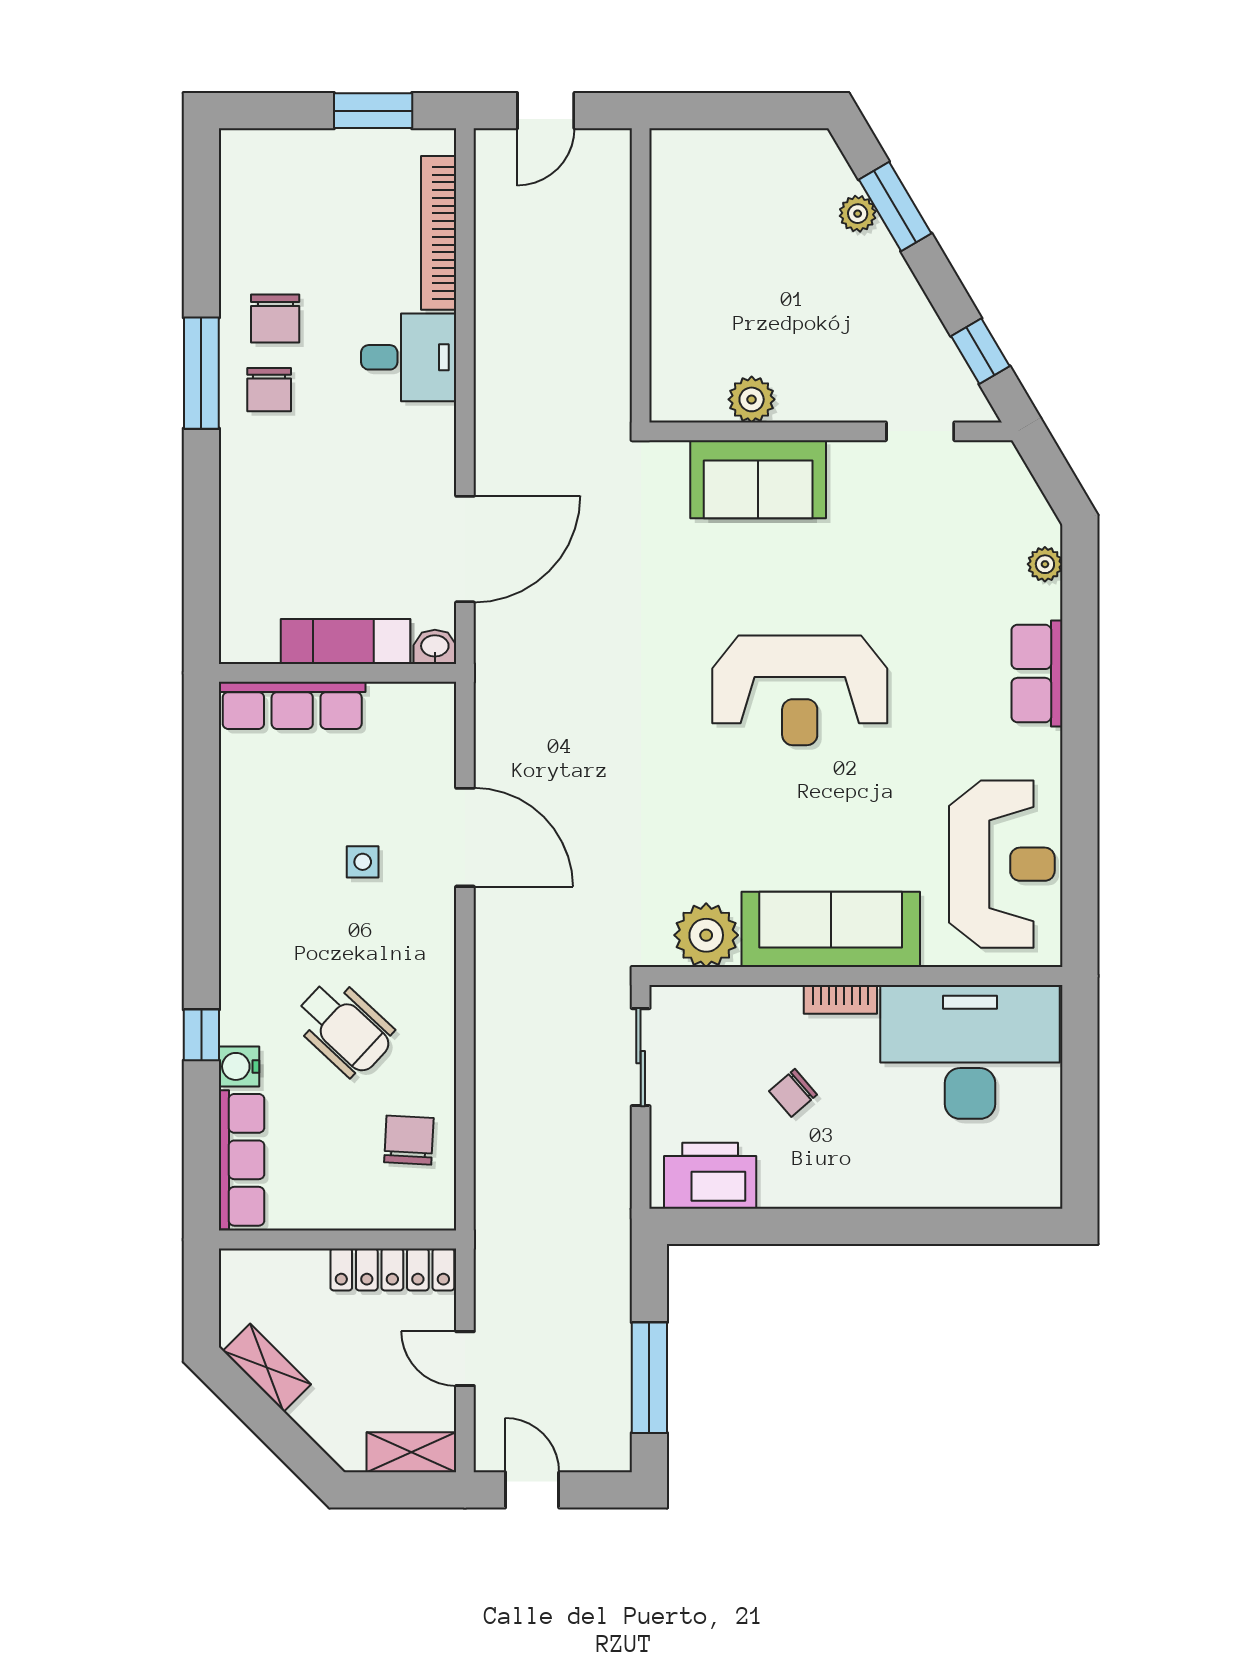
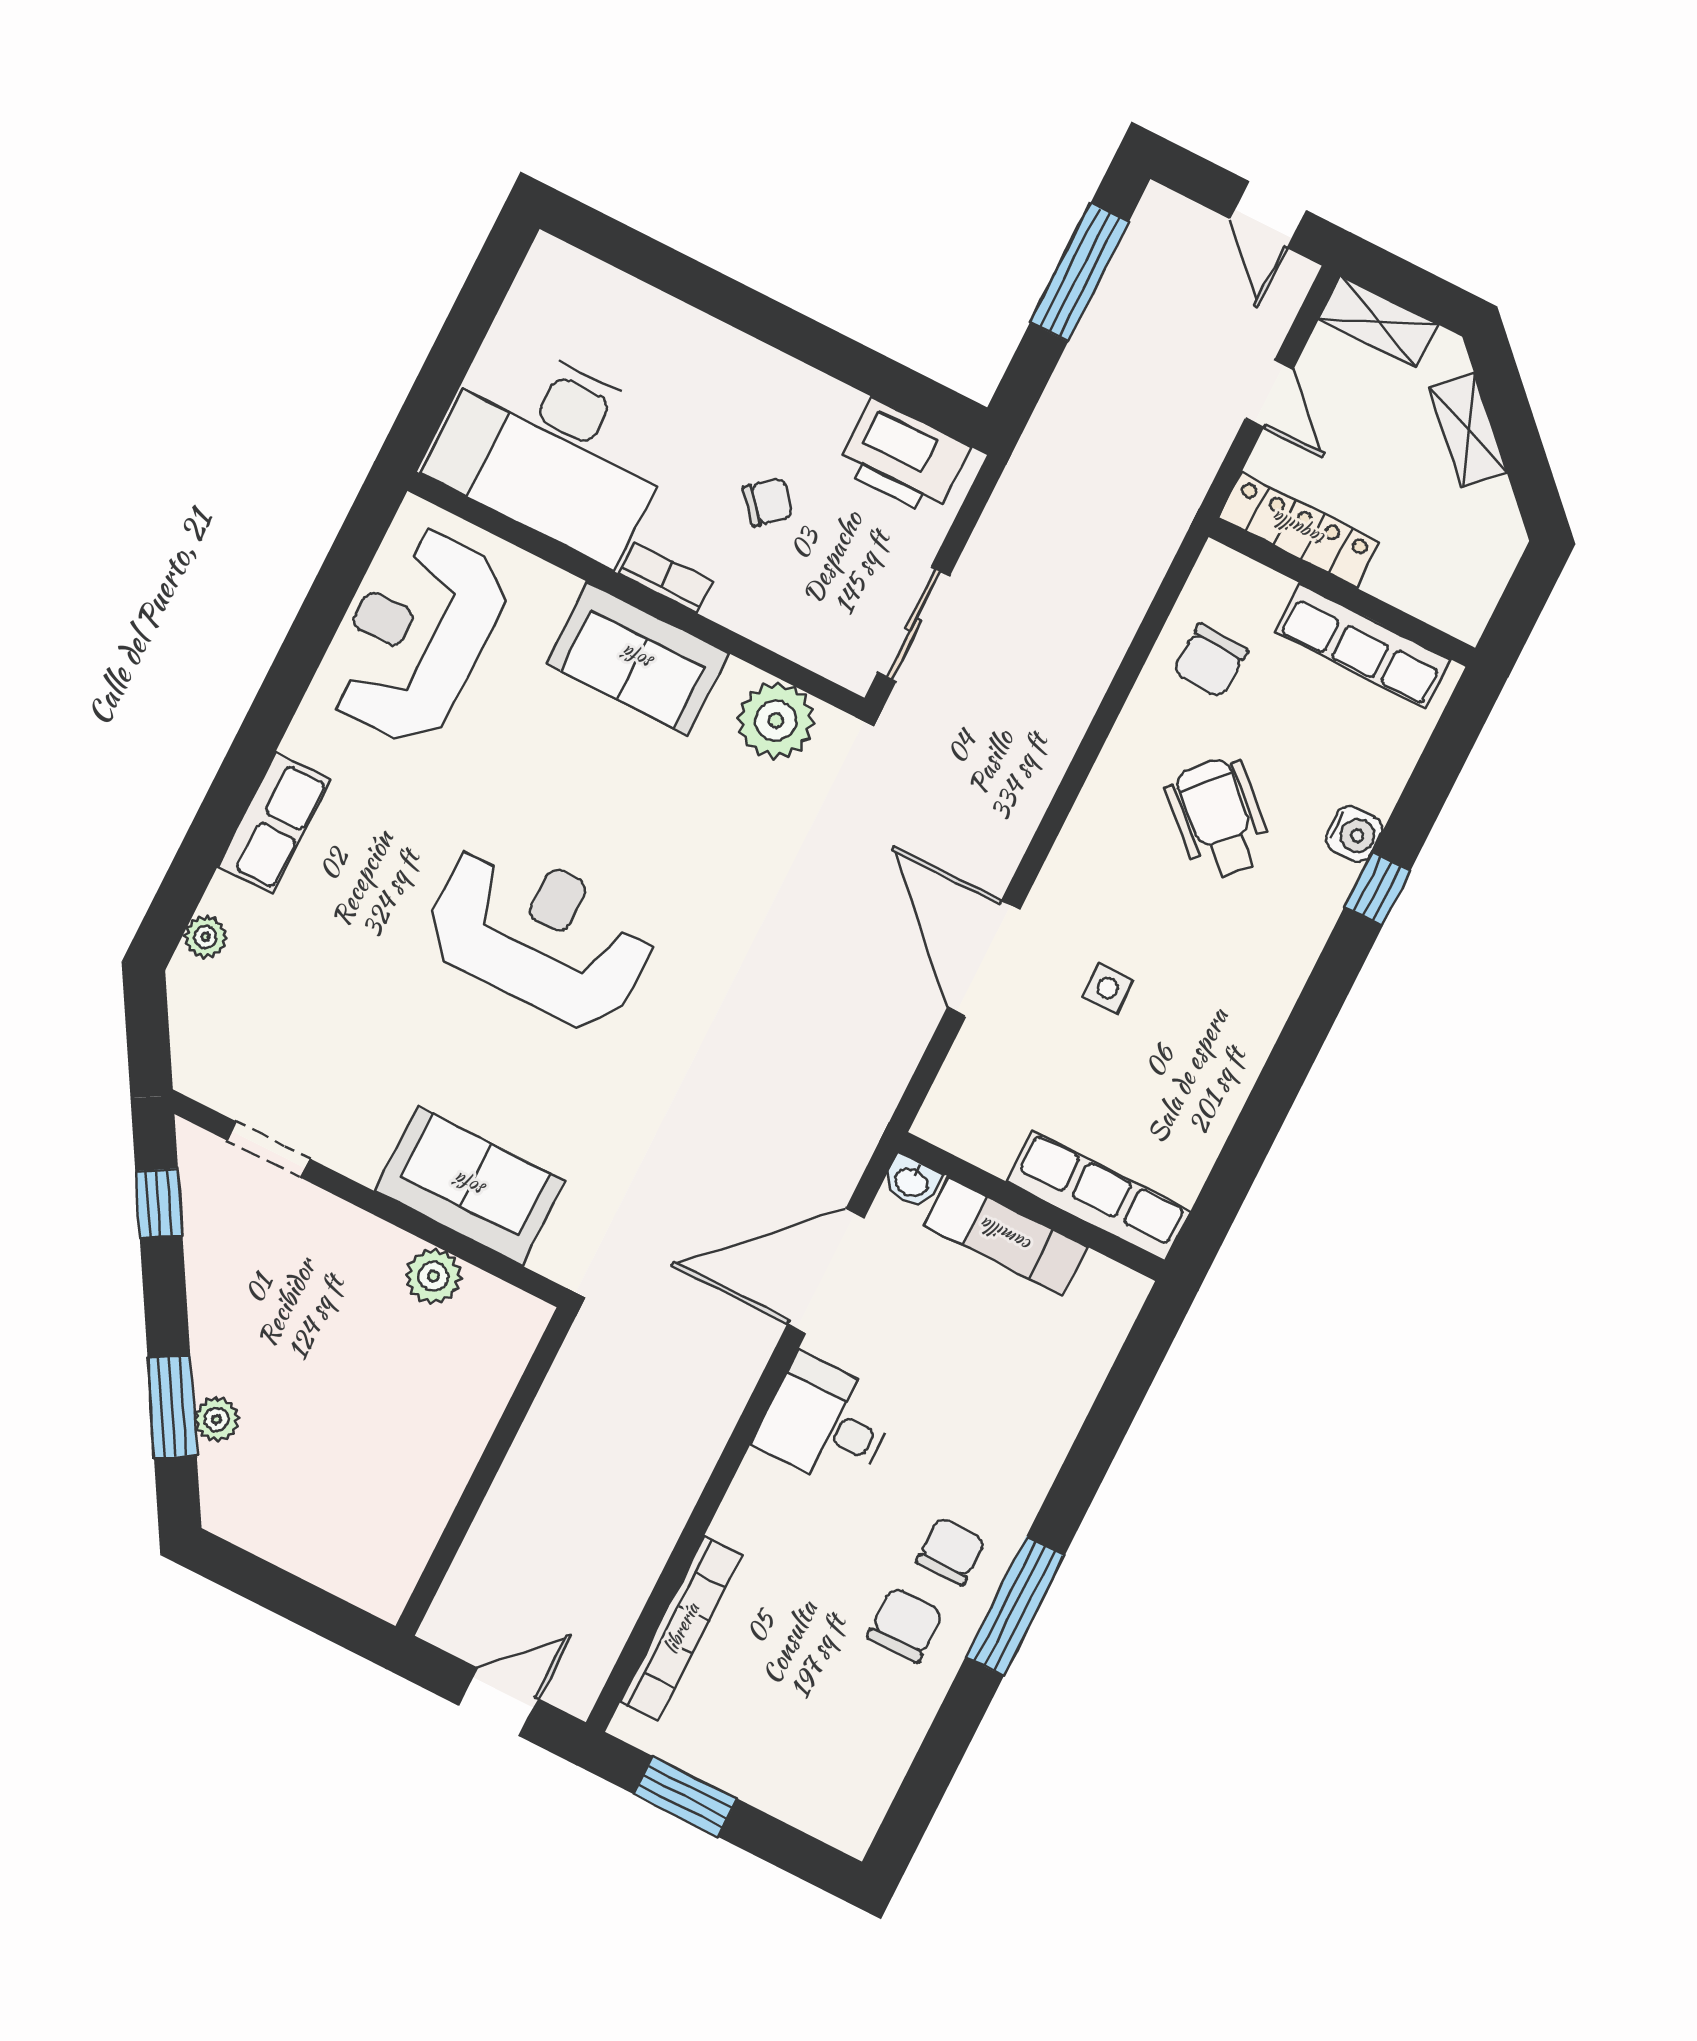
desk: (409, 357) -> (826, 1423), moved
sofa: (831, 929) -> (638, 659), width x0.73
row of seats: (242, 1160) -> (1363, 646), moved, turned -90
shelving: (267, 1368) -> (1468, 430), moved

